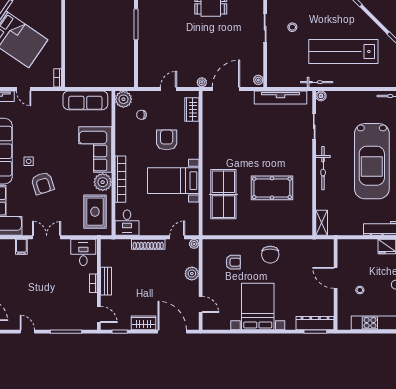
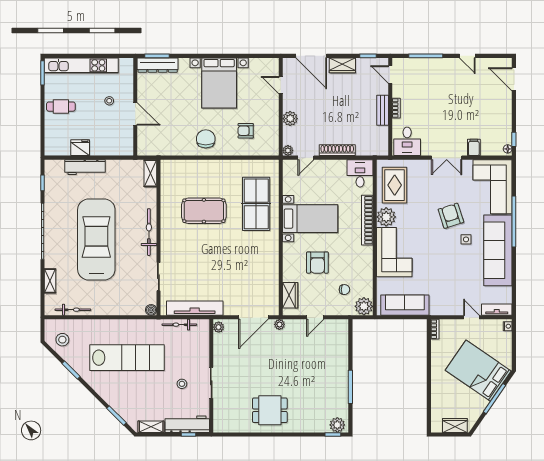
bicycle: (317, 82) -> (179, 325), moved

